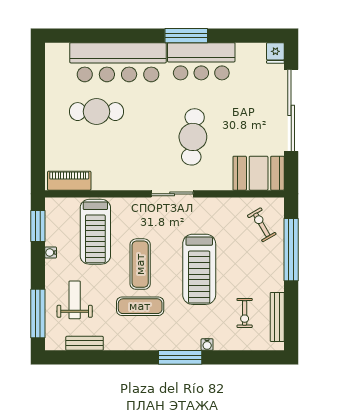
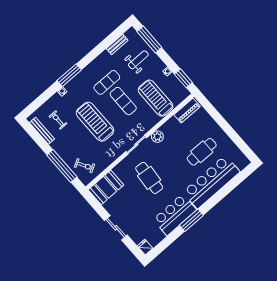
sliding door: (291, 110) -> (116, 228), width x0.54
plant: (136, 180) -> (157, 137), added
weight bench: (75, 300) -> (138, 60), turned -90

